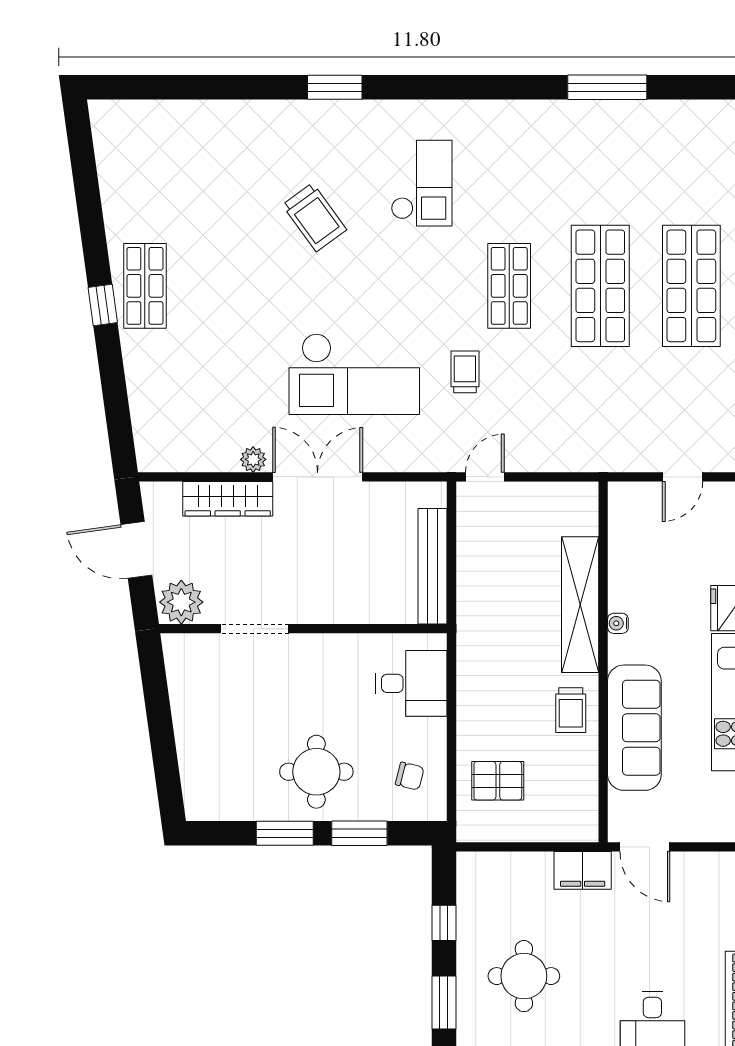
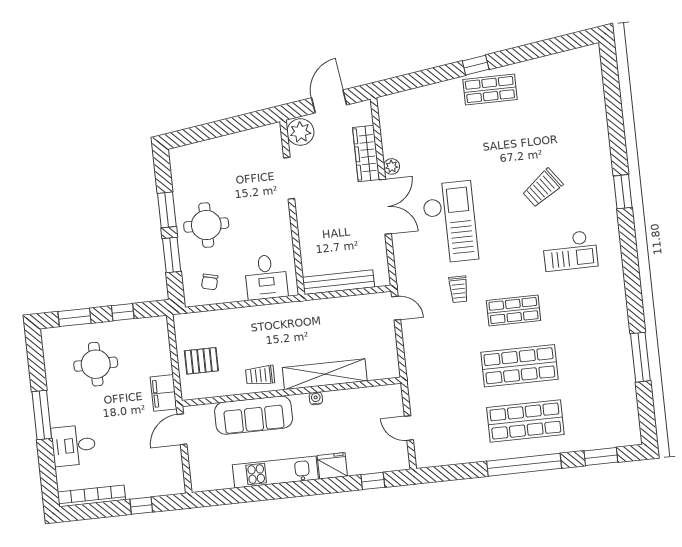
trolley: (465, 372) -> (458, 289), turned 90
checkout: (354, 374) -> (450, 222), turned 180
pallet: (498, 781) -> (201, 361), moved, turned 90

